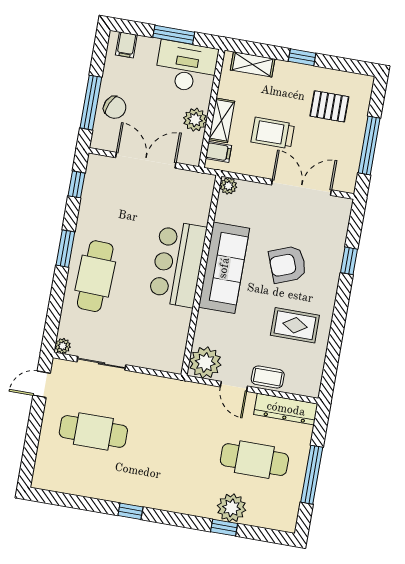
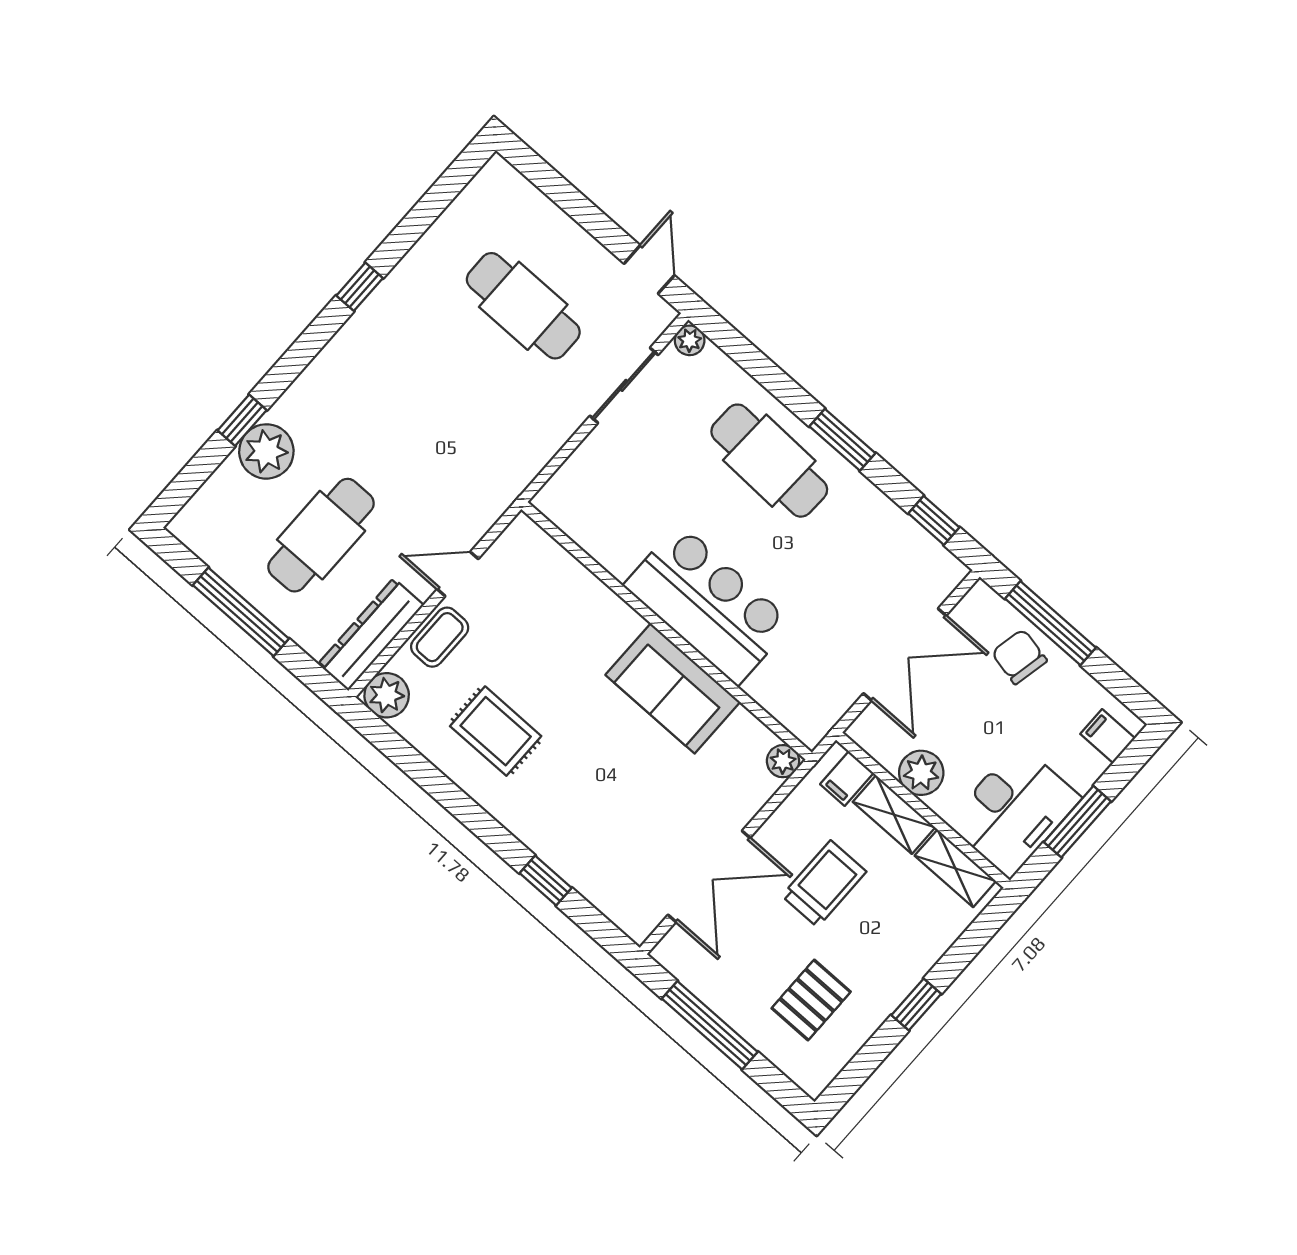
shelving: (253, 64) -> (955, 868), moved, turned 90
chair: (115, 107) -> (1019, 657), turned 77
armchair: (288, 264) -> (600, 779), removed
sofa: (224, 268) -> (673, 688), width x0.73
rug: (295, 325) -> (496, 731), turned 90
plant: (205, 362) -> (387, 695), moved, width x0.73, depth x0.73
cafe table: (93, 431) -> (523, 306), turned 90

